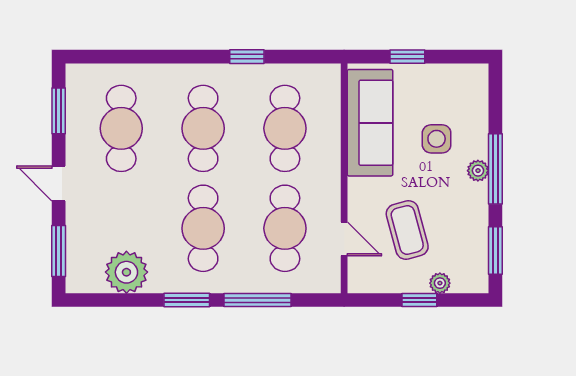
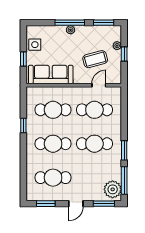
side table: (437, 139) -> (35, 45), moved
plant: (126, 272) -> (113, 189), moved
window: (257, 300) -> (124, 181), moved

